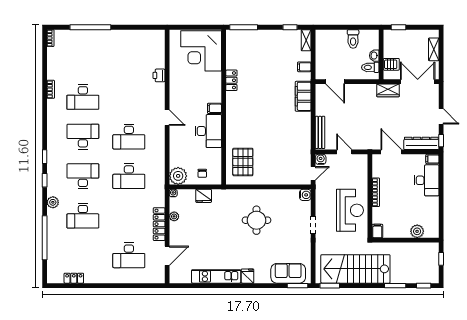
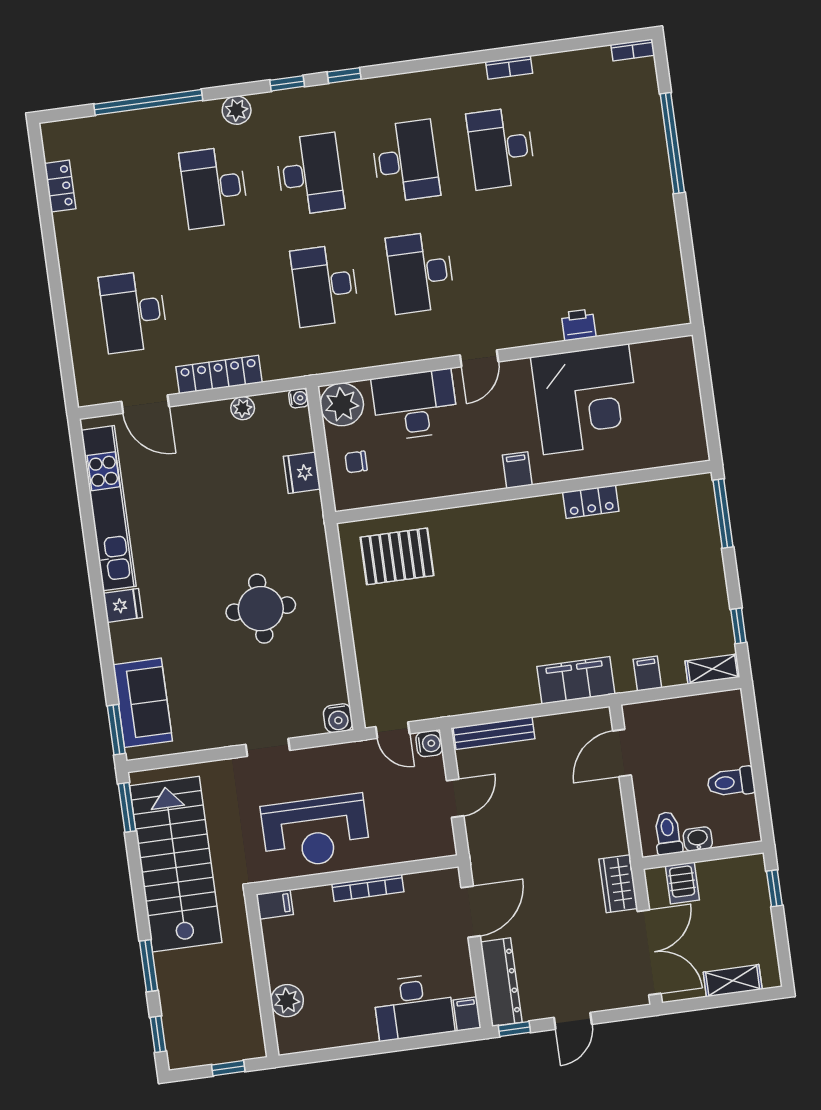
corner desk: (201, 51) -> (586, 399), moved, turned 180
desk: (208, 131) -> (415, 405), moved, turned 180
kitchen unit: (216, 276) -> (109, 508), width x1.36

